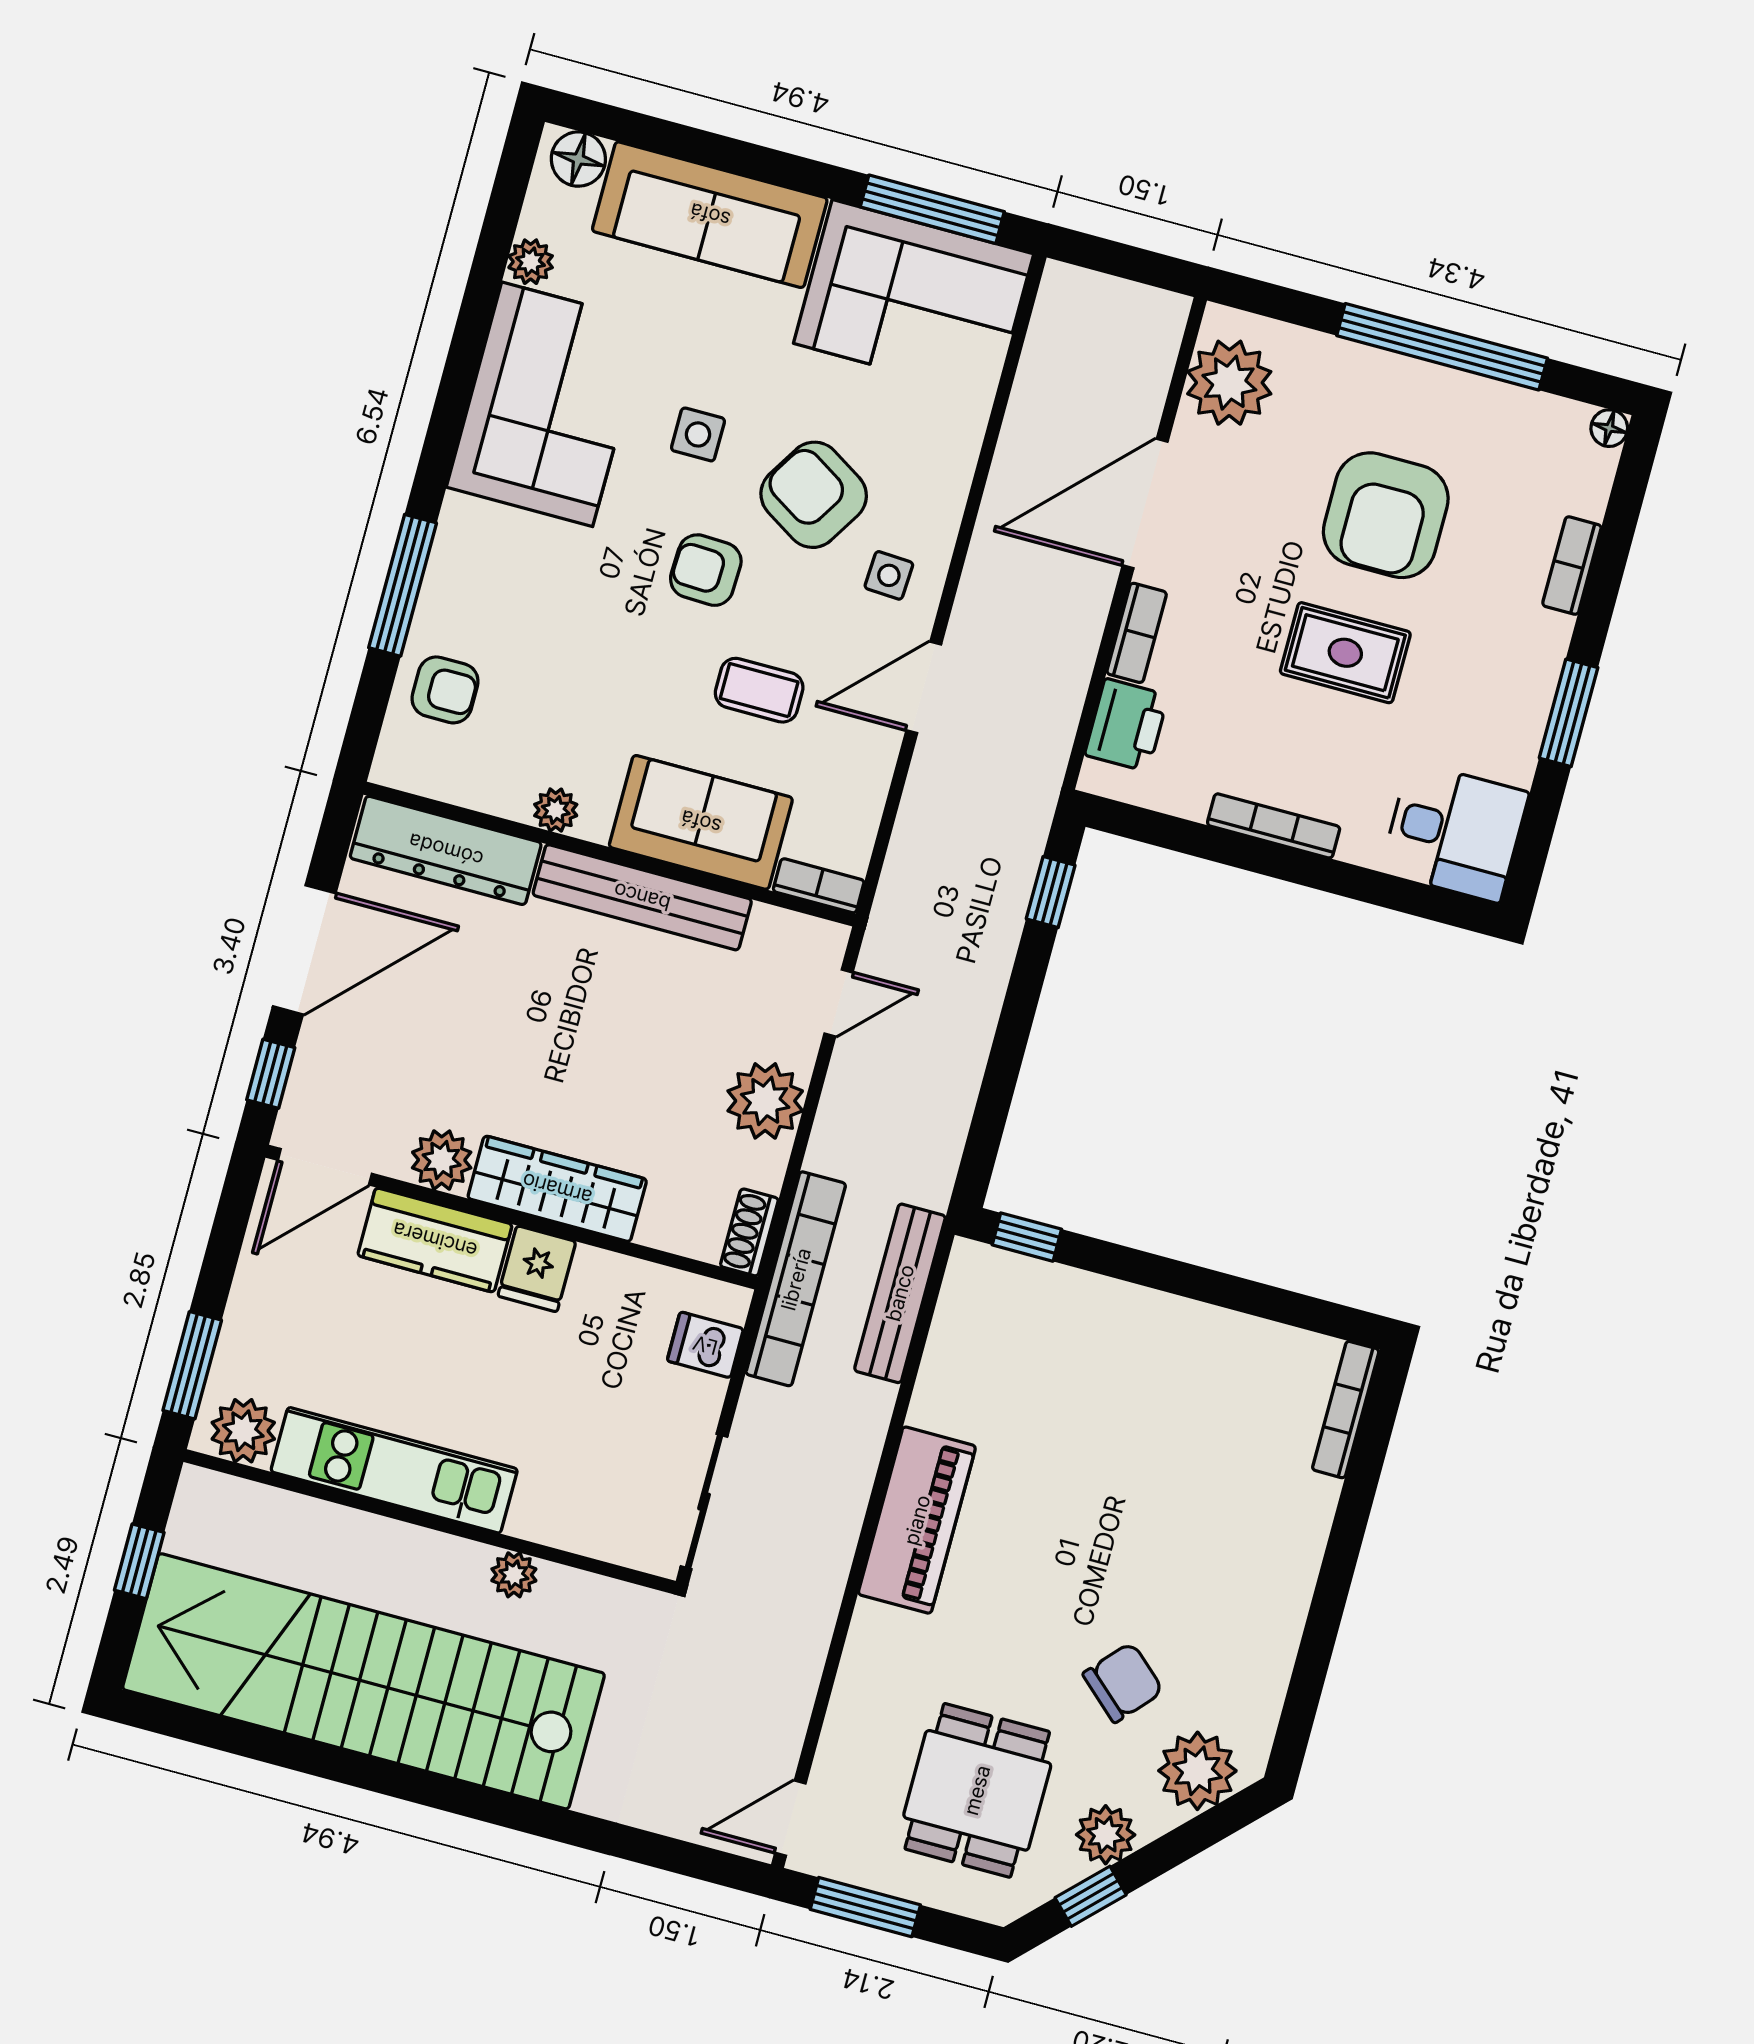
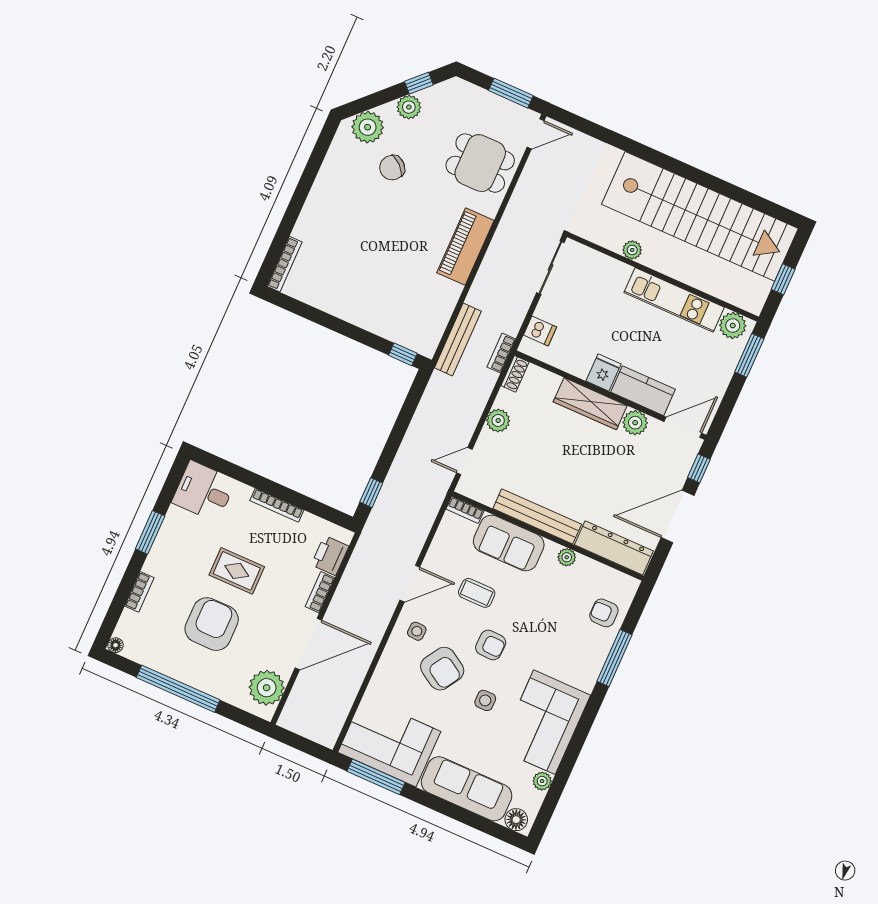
plant: (765, 1101) -> (498, 420), width x0.73, depth x0.73
bookcase: (796, 1279) -> (501, 353), width x0.43, depth x0.76
dining table: (977, 1790) -> (480, 163), moved, turned 90

